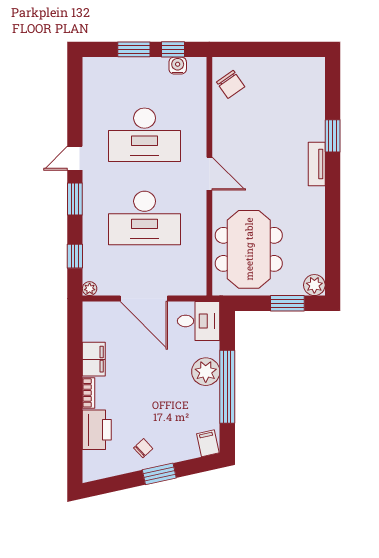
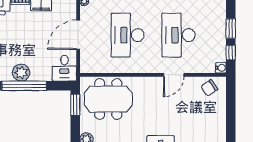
water cooler: (178, 66) -> (221, 68), moved
door: (209, 174) -> (174, 75), moved
window: (287, 303) -> (75, 105), moved
plant: (206, 372) -> (21, 73), moved

